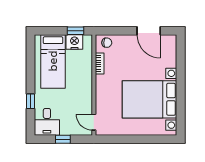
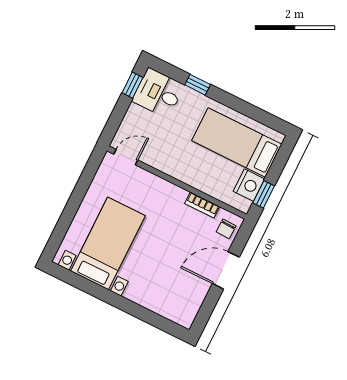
door: (149, 31) -> (226, 270), moved
bed with nightstands: (150, 99) -> (108, 243), width x0.73
window: (63, 139) -> (132, 85), moved

